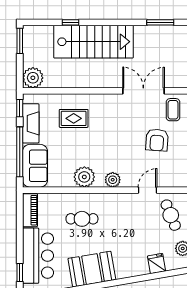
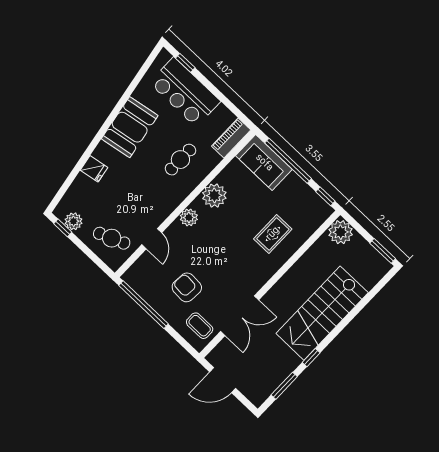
window: (70, 22) -> (311, 358), moved
fireplace: (31, 123) -> (304, 193), removed
piano: (30, 210) -> (231, 138), moved, turned 90
fridge: (157, 263) -> (94, 169), moved

